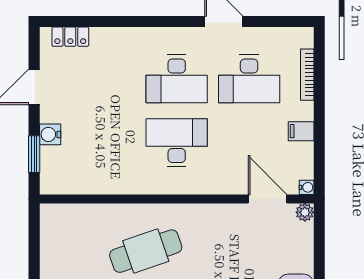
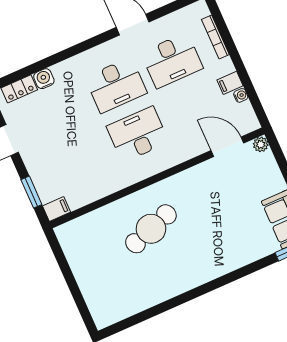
water cooler: (50, 134) -> (44, 79), moved, turned 90
filing cabinet: (53, 184) -> (57, 209), added
water cooler: (307, 187) -> (241, 95), moved

